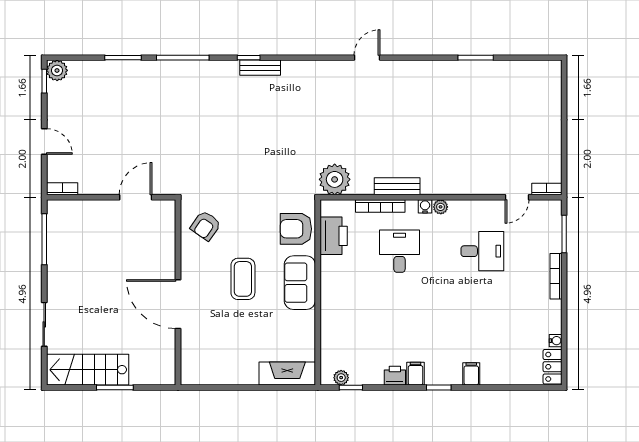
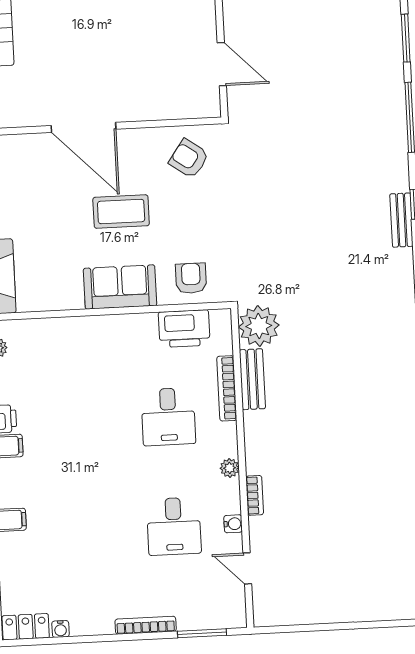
bench: (397, 186) -> (252, 379), moved
bookcase: (547, 189) -> (255, 495), moved
water cooler: (425, 206) -> (233, 524), moved
armchair: (296, 229) -> (191, 278), width x0.72, depth x0.72
desk: (399, 251) -> (168, 417), turned 90
door: (178, 304) -> (83, 127), swing flipped

